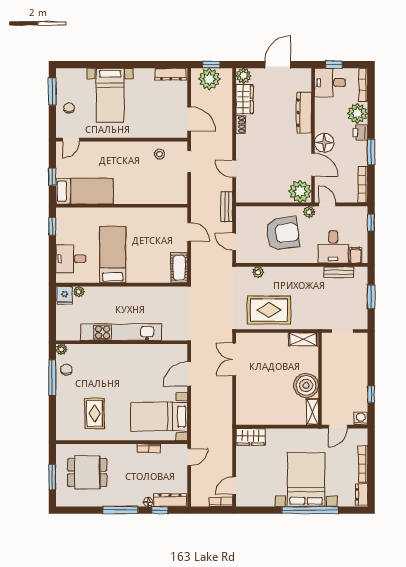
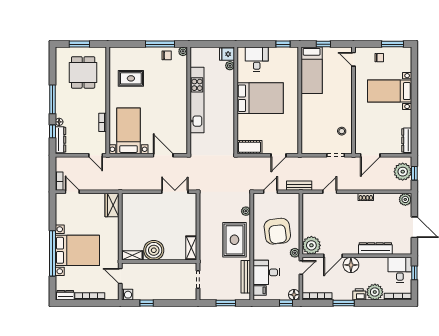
wardrobe: (244, 99) -> (386, 200), removed
floor lamp: (361, 213) -> (294, 295), added
bed: (113, 255) -> (260, 98), width x1.50
bench: (339, 272) -> (246, 277), width x1.36
rug: (269, 310) -> (234, 240), moved

